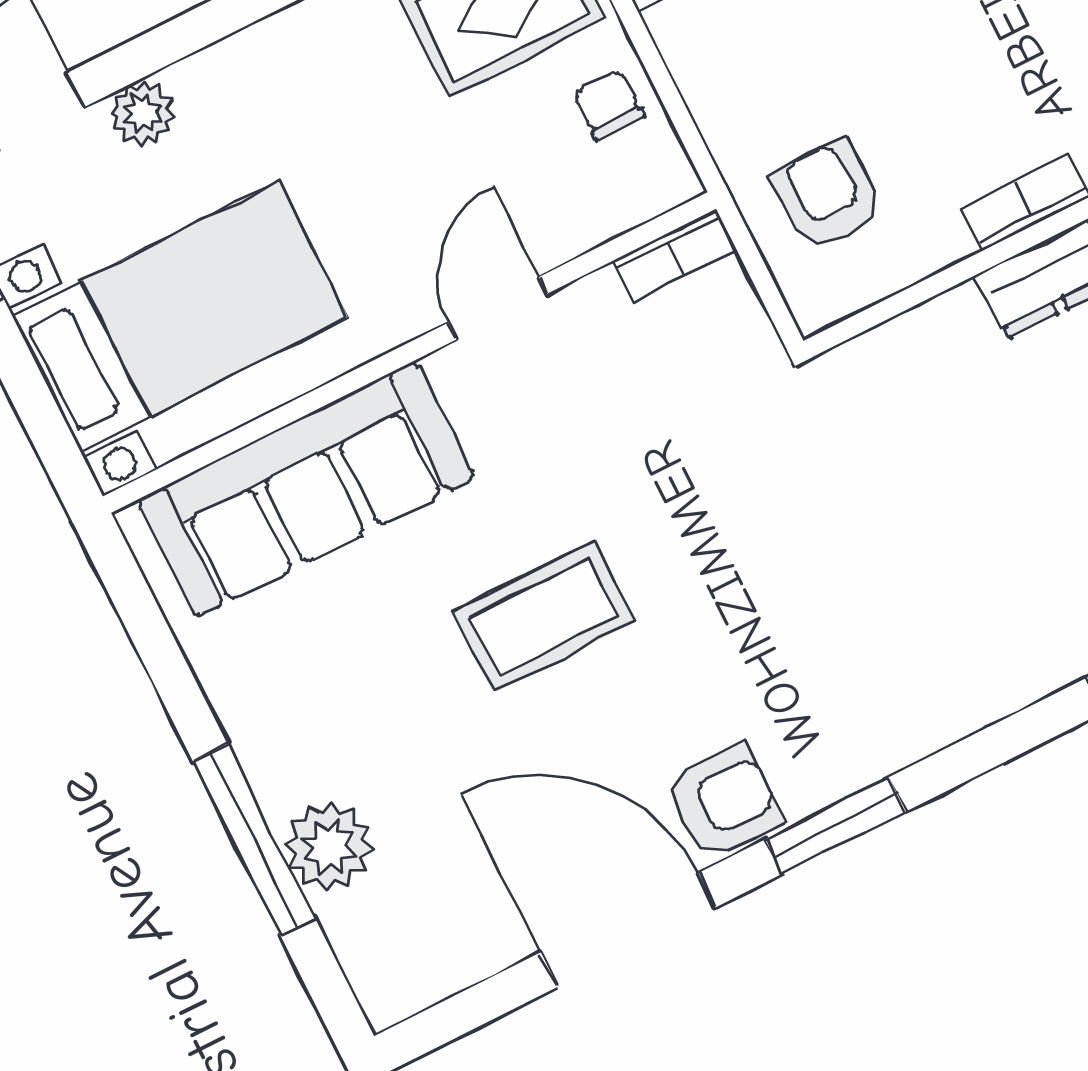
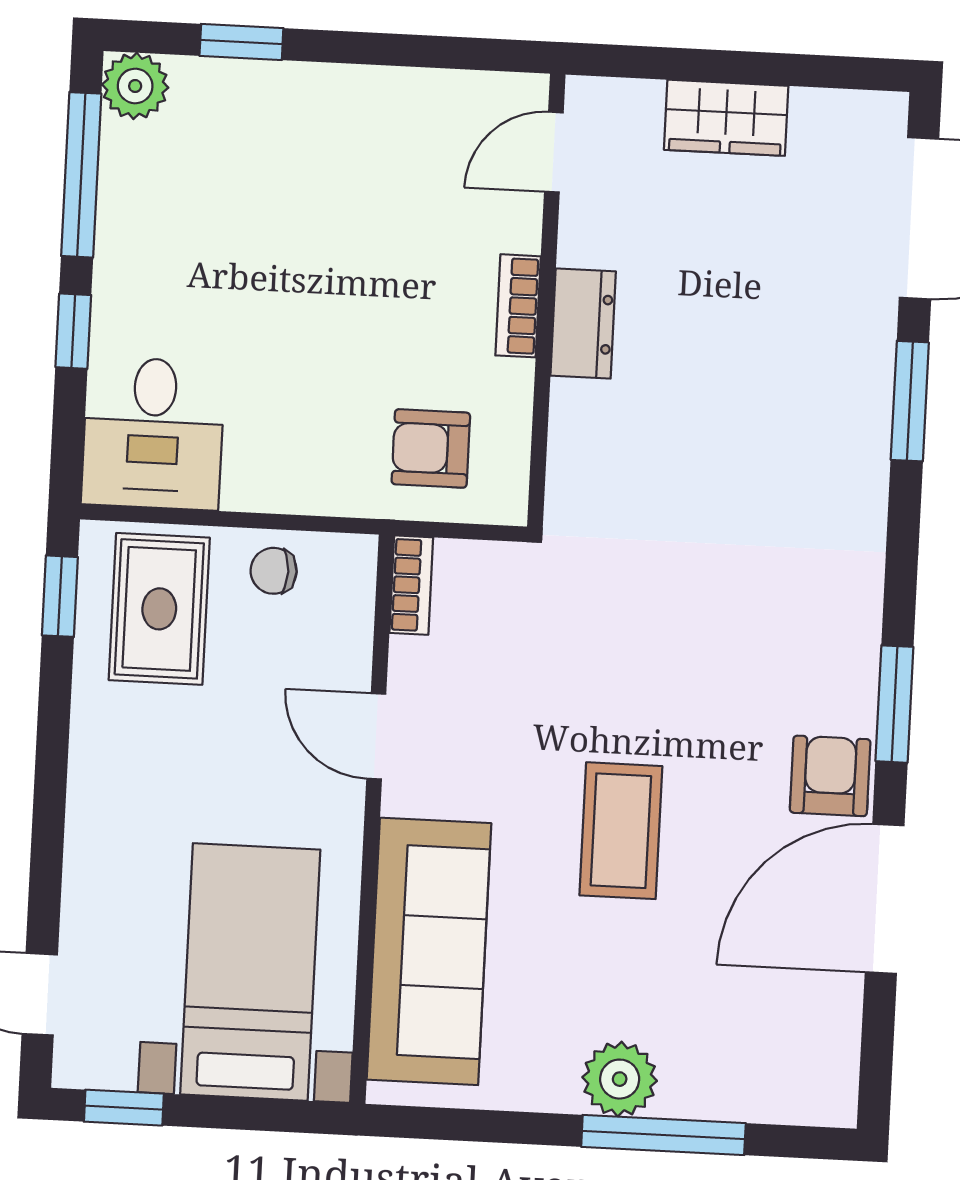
plant: (143, 113) -> (87, 915), removed
plant: (329, 847) -> (620, 1079), moved

